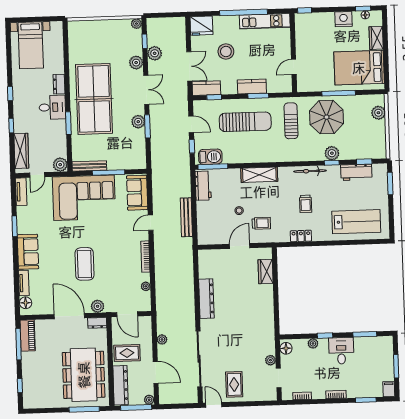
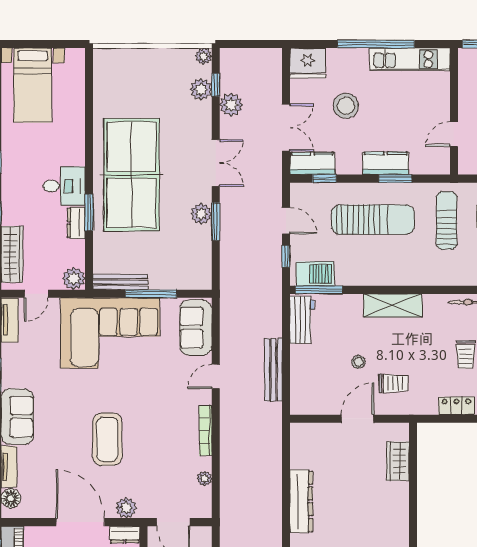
plant: (136, 63) -> (201, 89), moved
dresser: (59, 84) -> (76, 223), moved

